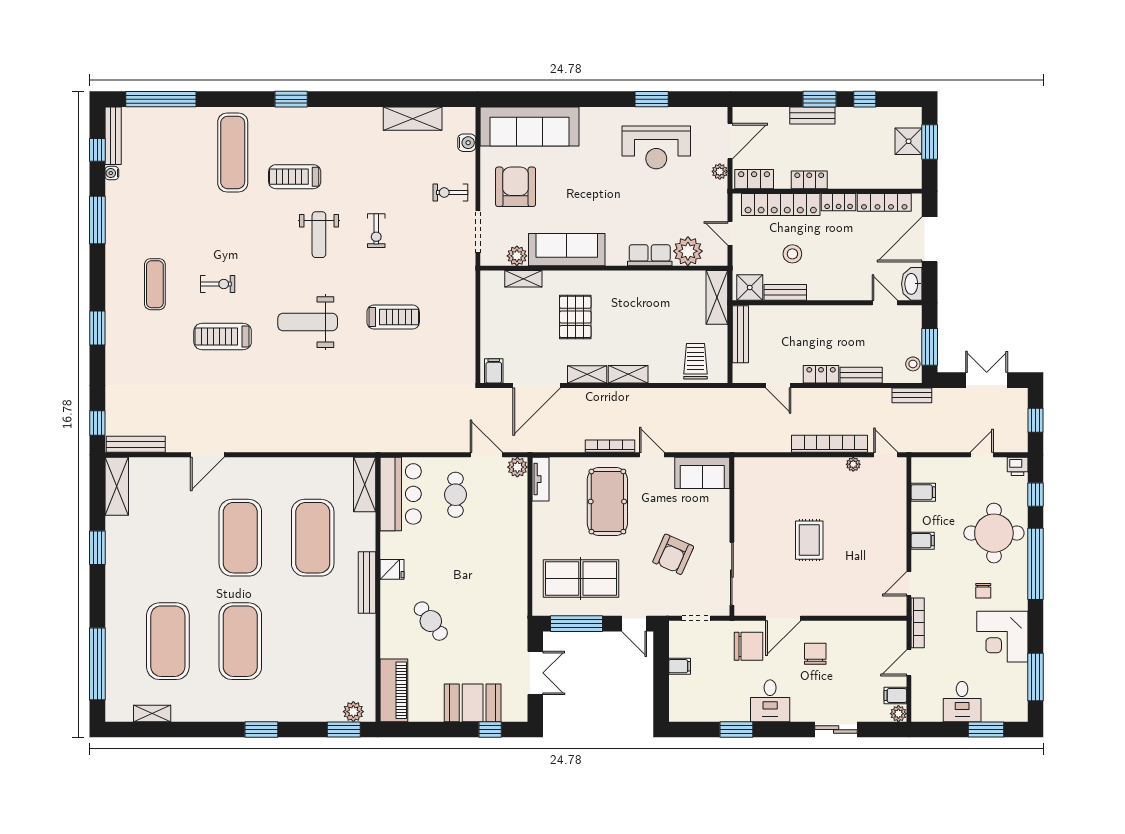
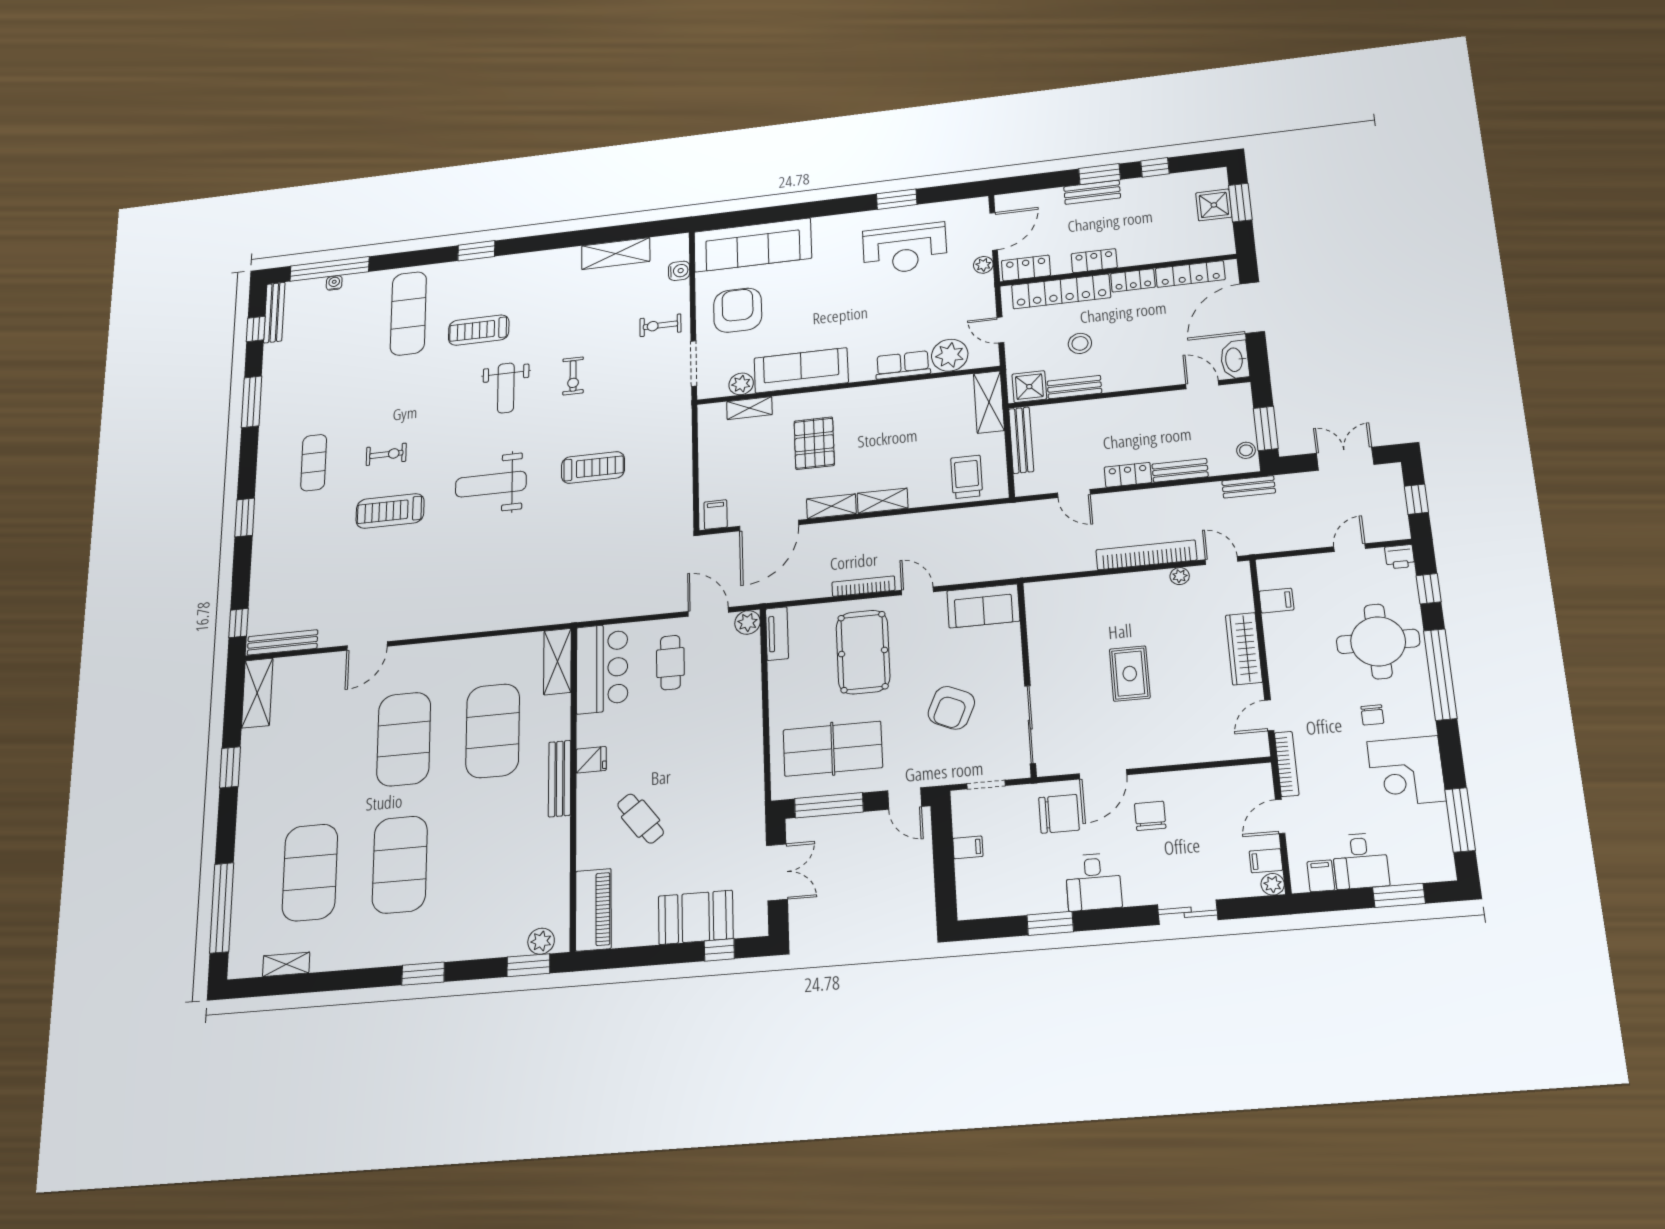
water cooler: (112, 173) -> (334, 283), moved, turned 90
wardrobe: (896, 529) -> (1244, 649), added
filing cabinet: (923, 541) -> (1321, 876), moved, turned -90

